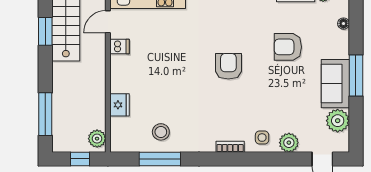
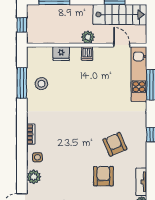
dishwasher: (119, 47) -> (87, 54), moved
armchair: (228, 66) -> (115, 144), moved, turned -113
plant: (97, 139) -> (88, 37), moved

